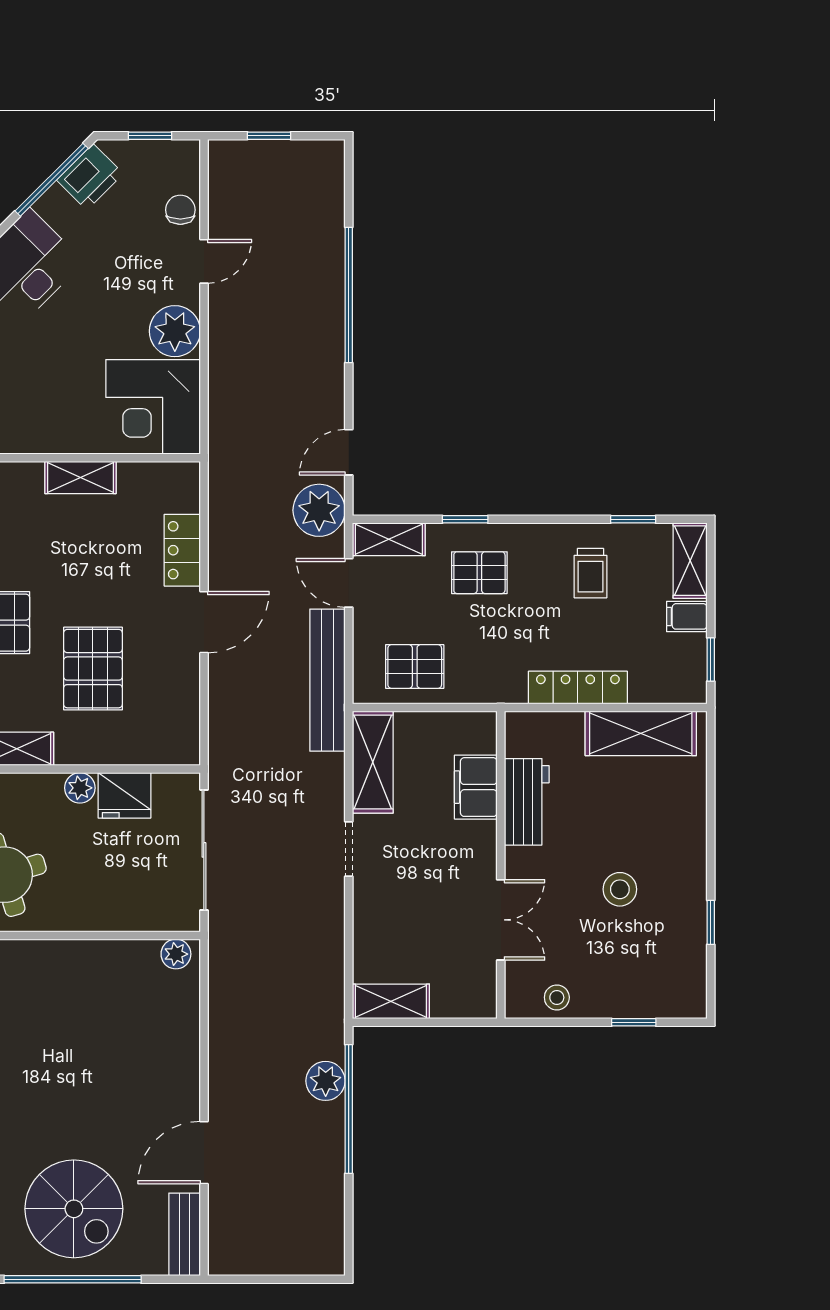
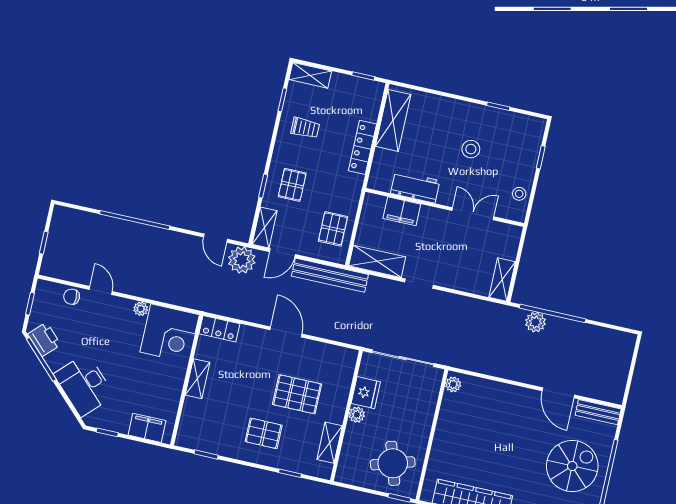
plant: (175, 331) -> (141, 309), width x0.53, depth x0.53
locker: (182, 550) -> (219, 329), moved
filing cabinet: (687, 616) -> (338, 83), removed

